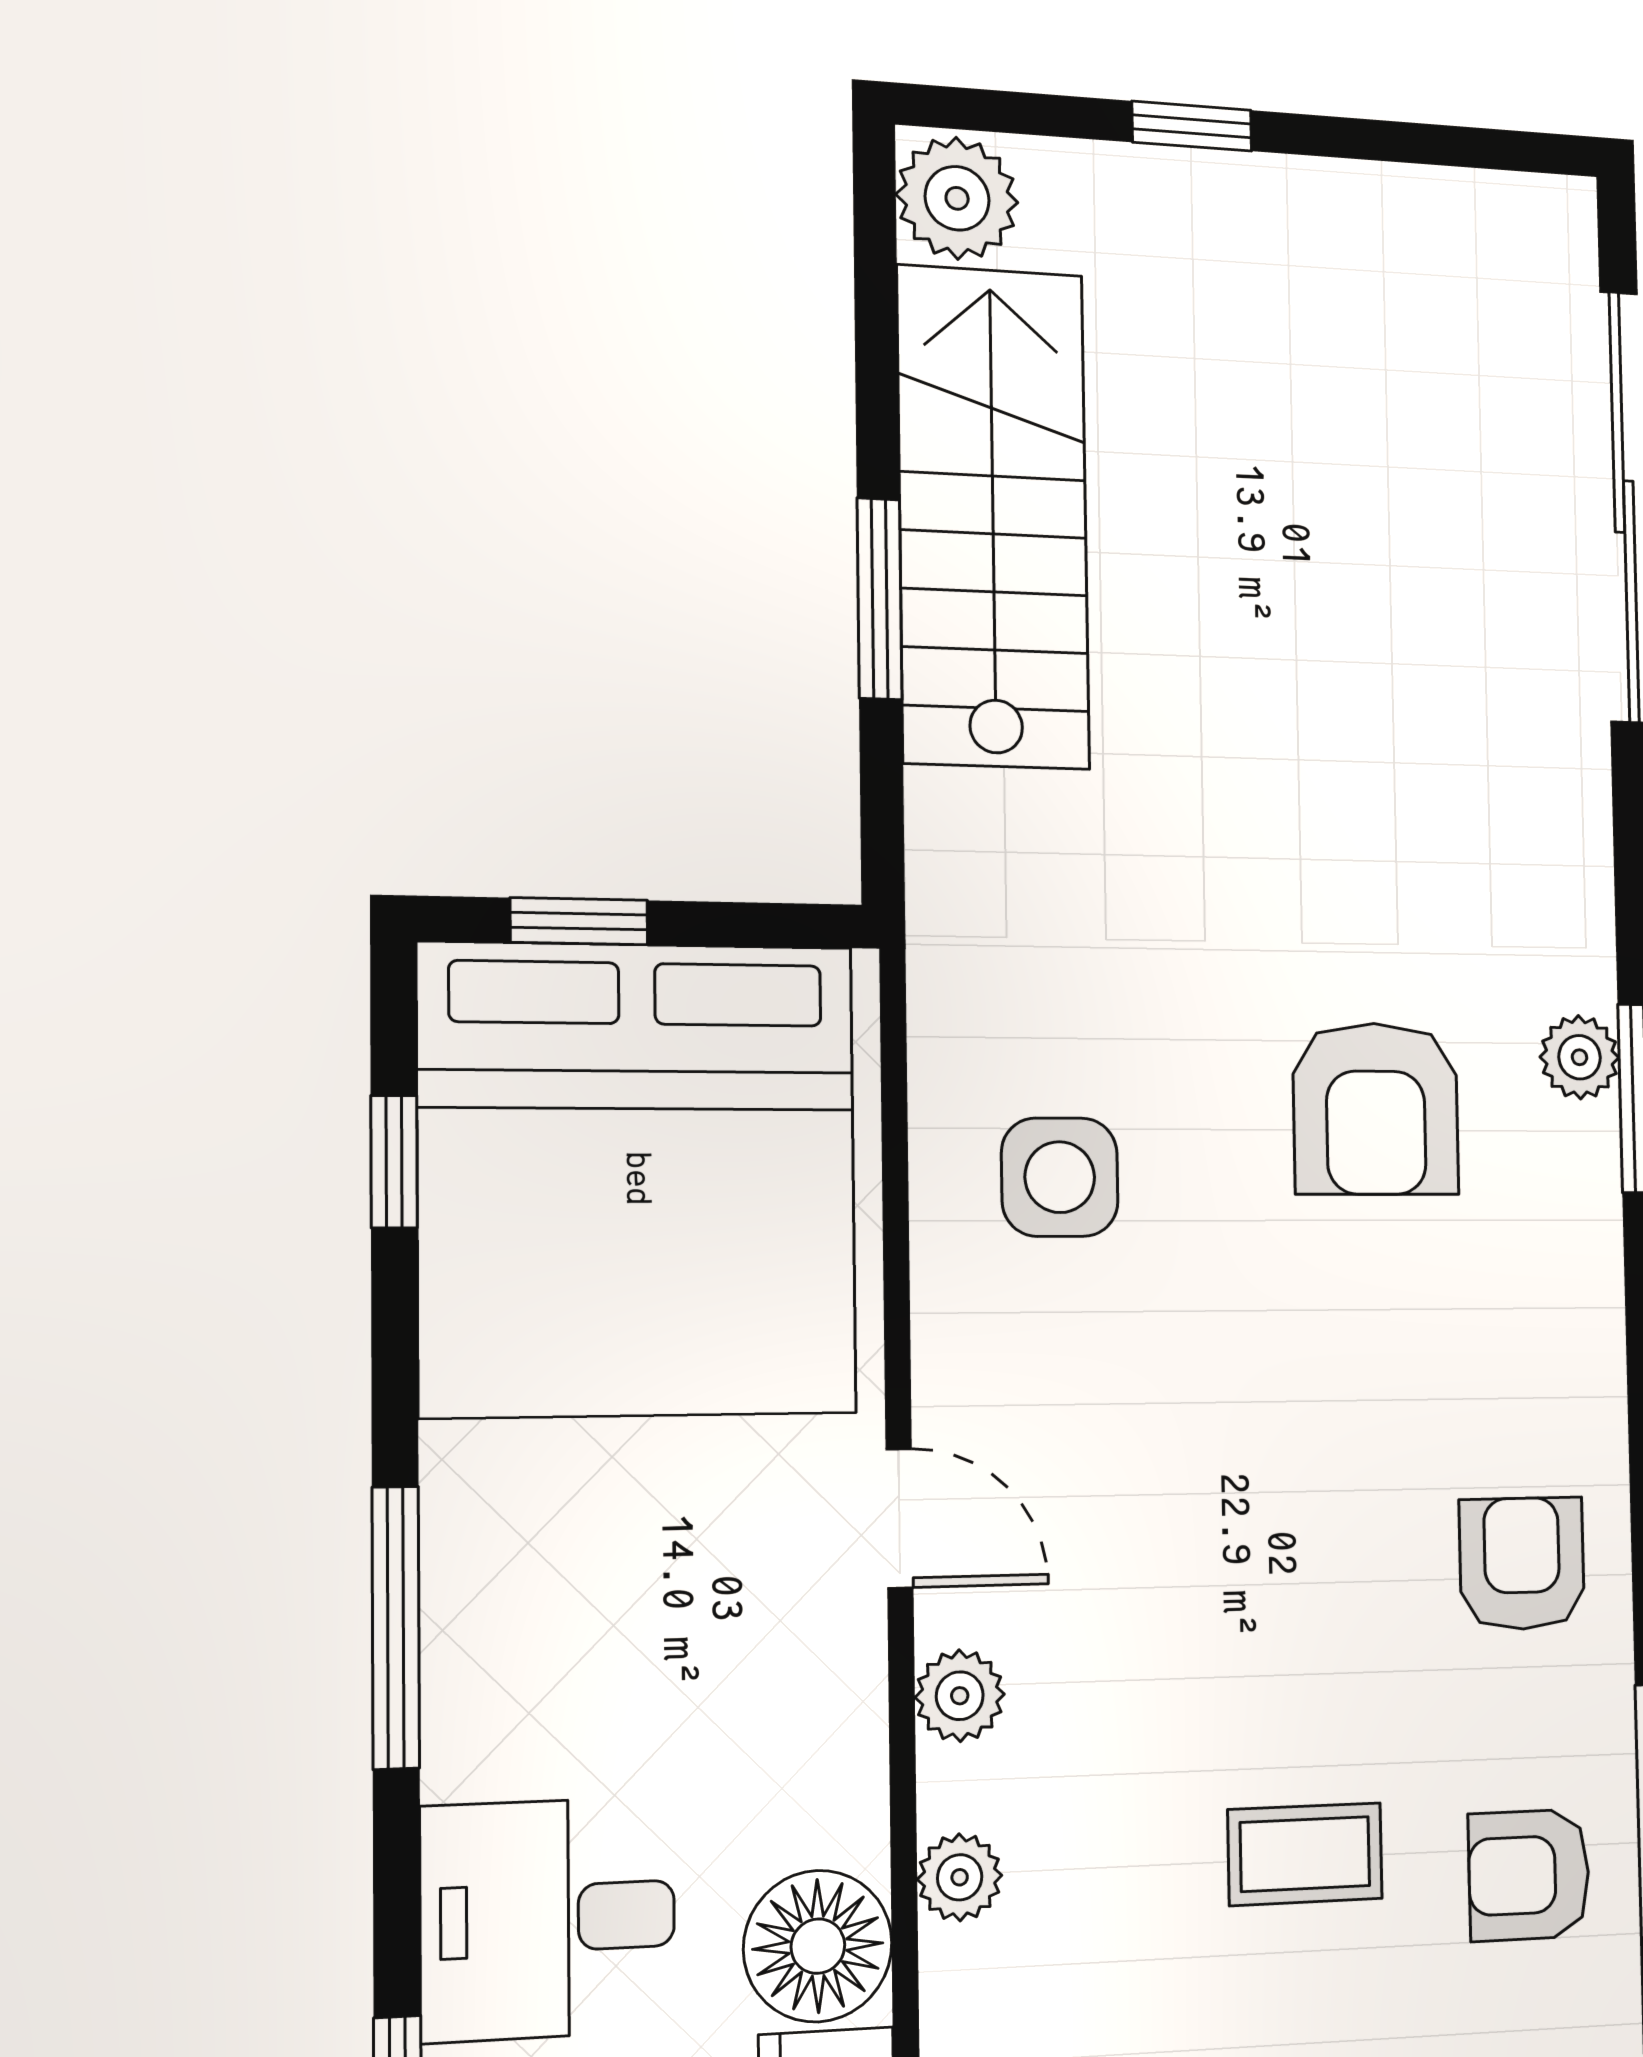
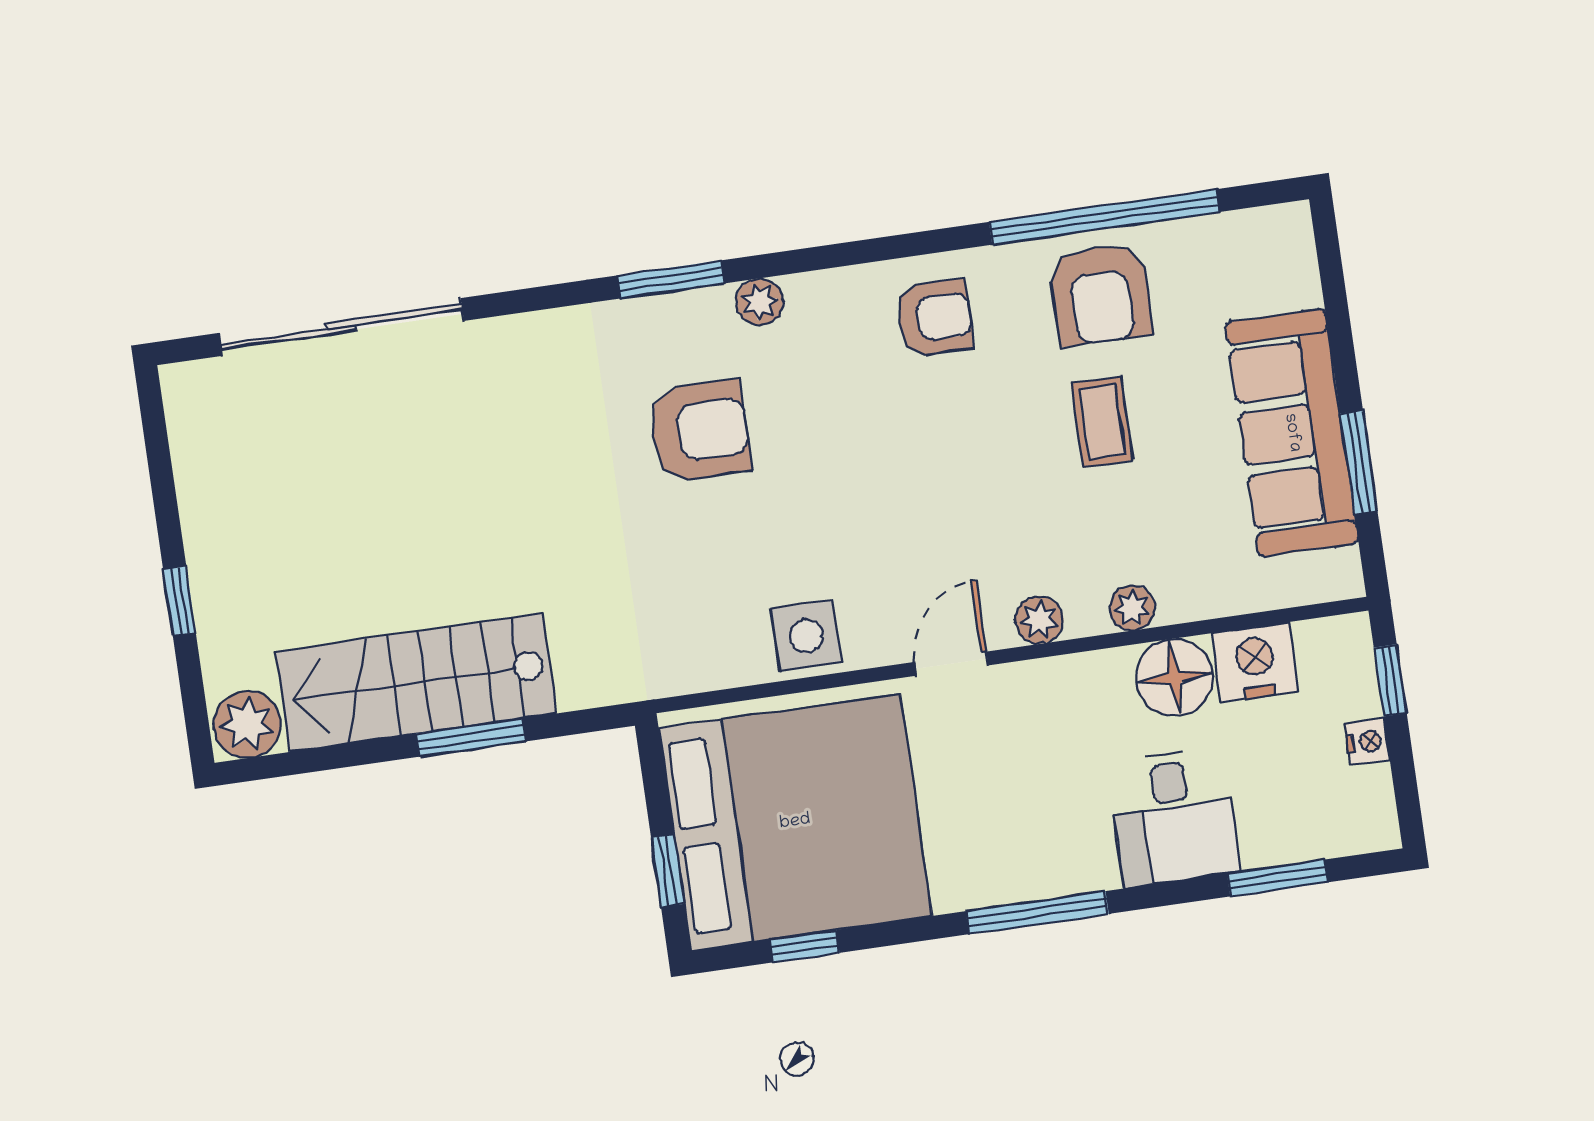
plant: (1580, 1057) -> (760, 302), moved
side table: (1060, 1177) -> (806, 636), moved
armchair: (1522, 1564) -> (934, 318), turned 180
armchair: (1529, 1875) -> (1101, 294), width x1.38, depth x1.38

